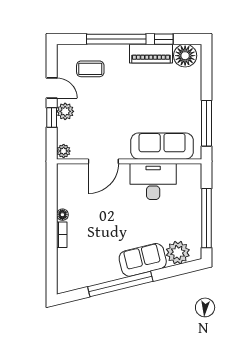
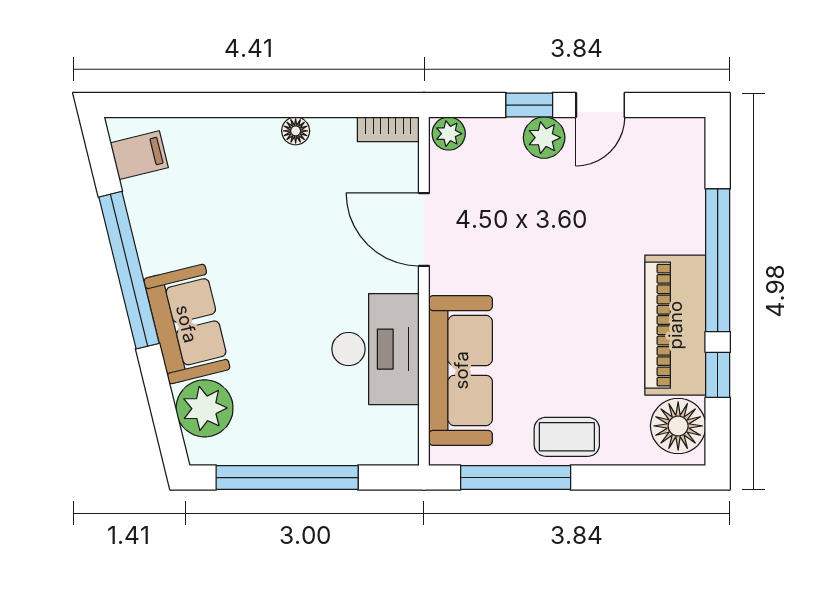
piano: (151, 54) -> (675, 325), width x1.37, depth x1.33
coffee table: (90, 69) -> (567, 437), moved, turned 90
bookcase: (62, 235) -> (388, 129), moved
filing cabinet: (73, 280) -> (139, 155), added

